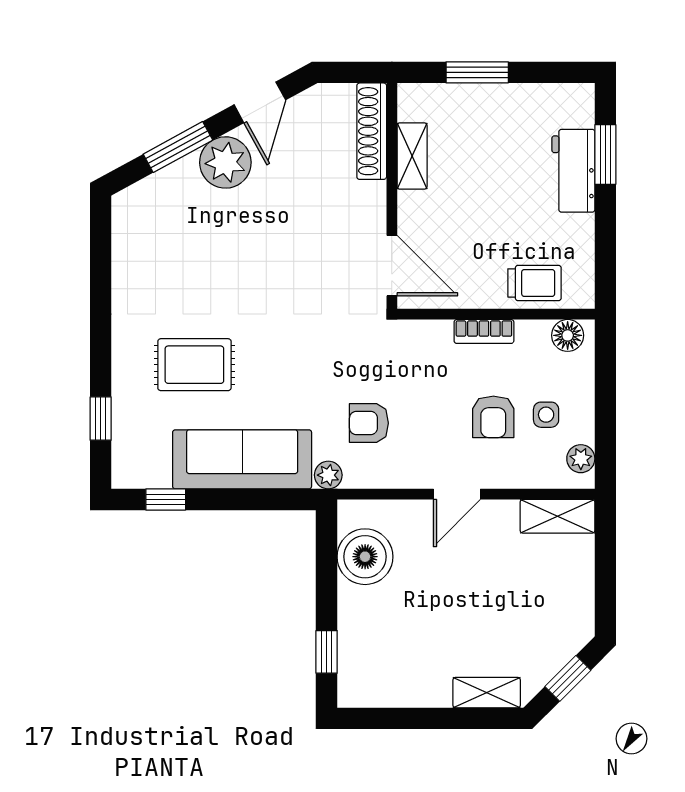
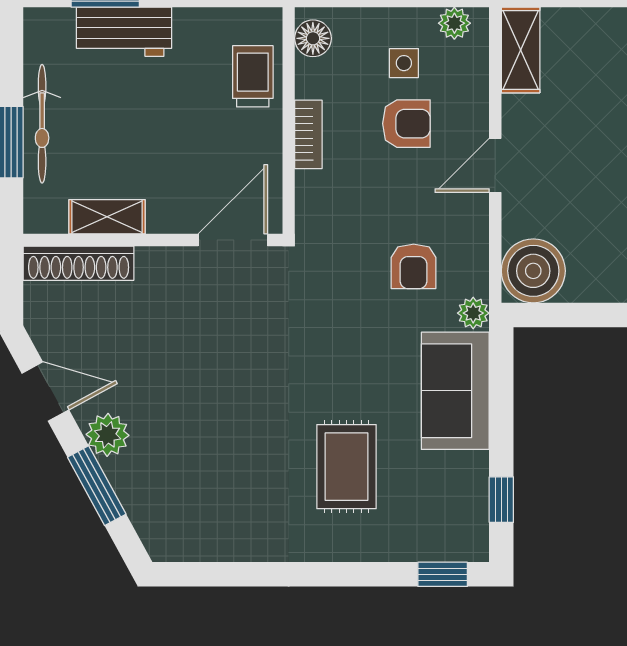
bicycle: (493, 99) -> (42, 124), added
plant: (225, 162) -> (108, 435), width x0.73, depth x0.73
window: (101, 419) -> (443, 574), moved
sofa: (242, 459) -> (455, 391), width x0.73
door: (457, 494) -> (495, 165), swing flipped
boiler: (365, 557) -> (533, 271), moved

